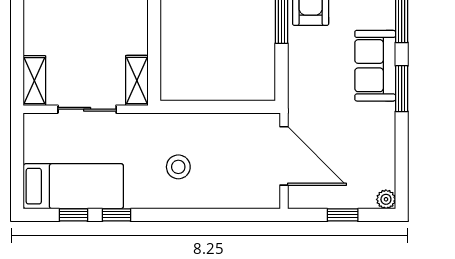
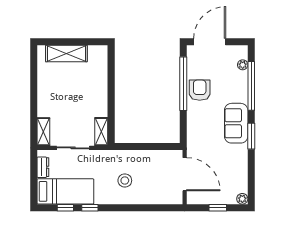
dresser: (34, 143) -> (43, 167), added

